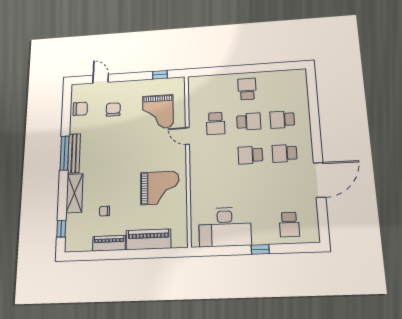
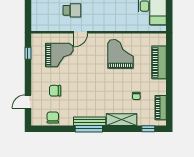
piano: (109, 243) -> (161, 108), moved

